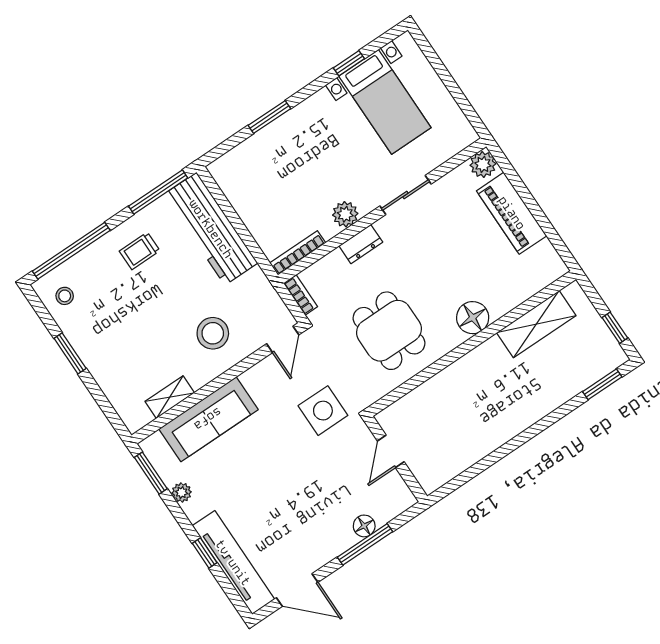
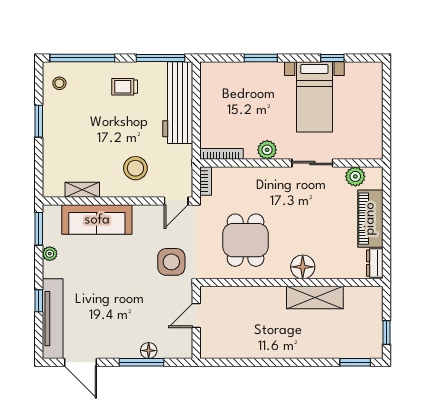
bed with nightstands: (385, 102) -> (314, 97), moved
plant: (483, 164) -> (355, 176), moved
dresser: (361, 244) -> (375, 263), moved, turned 90
shelving: (536, 324) -> (315, 297), moved

